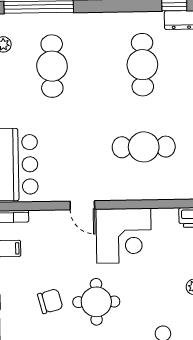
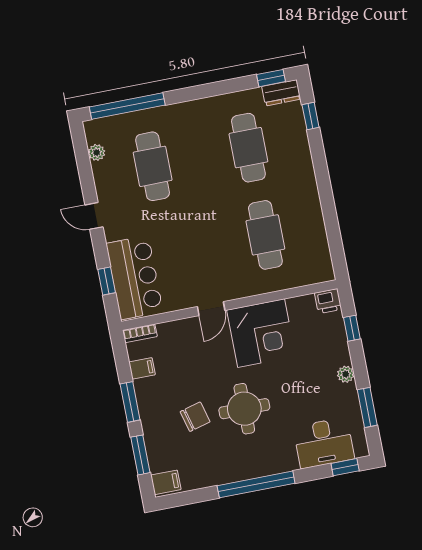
cafe table: (144, 147) -> (265, 235), turned 90
door: (82, 205) -> (211, 309), hinge flipped

